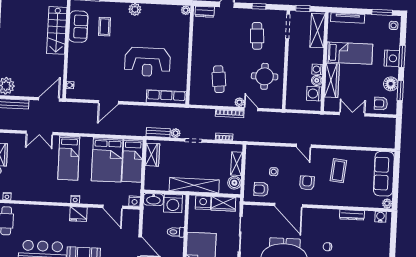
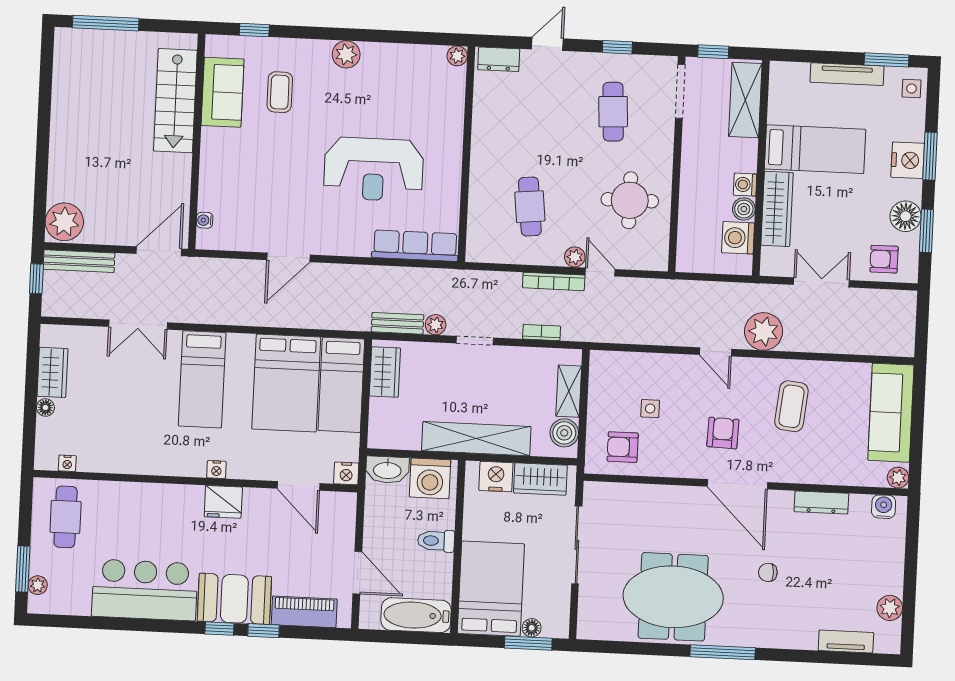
tv unit: (348, 18) -> (847, 74), moved
plant: (326, 136) -> (764, 331), added
door: (288, 205) -> (737, 484), moved

